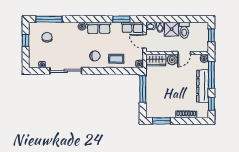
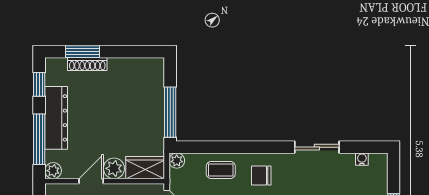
sliding door: (66, 71) -> (317, 147), width x0.73
window: (161, 121) -> (82, 52), moved

